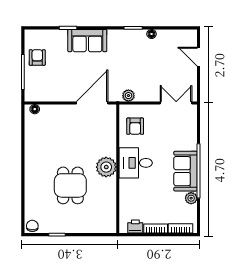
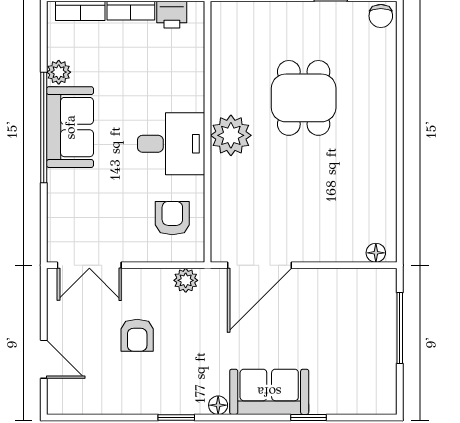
floor lamp: (152, 34) -> (218, 405), moved
armchair: (37, 57) -> (137, 335), moved

